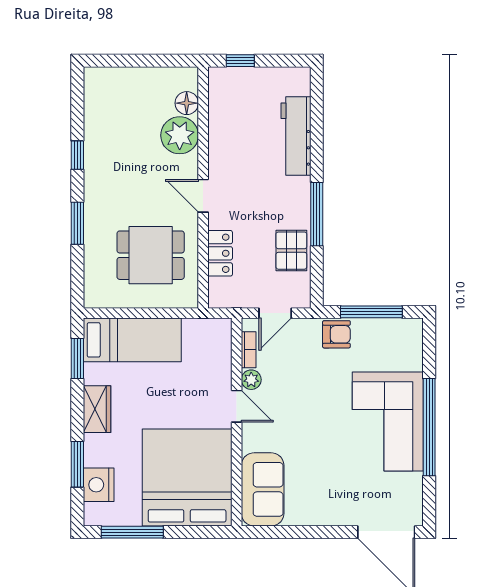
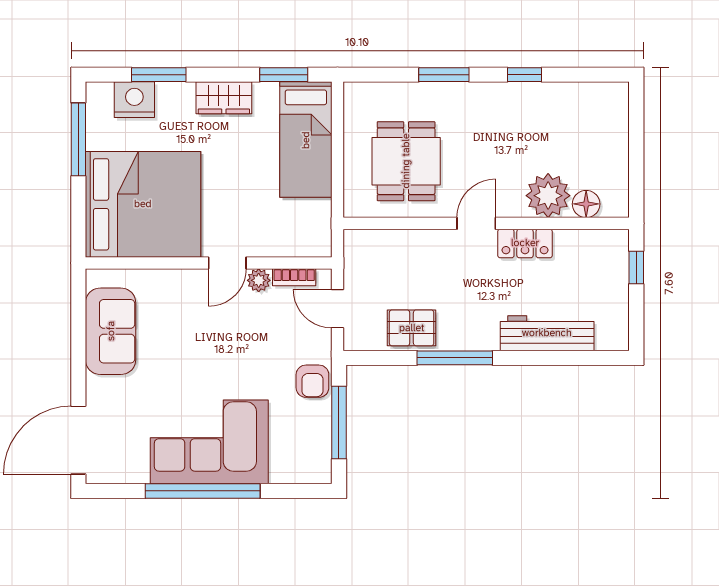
locker: (220, 253) -> (525, 243), moved
sofa: (263, 489) -> (111, 331), moved, turned -90

